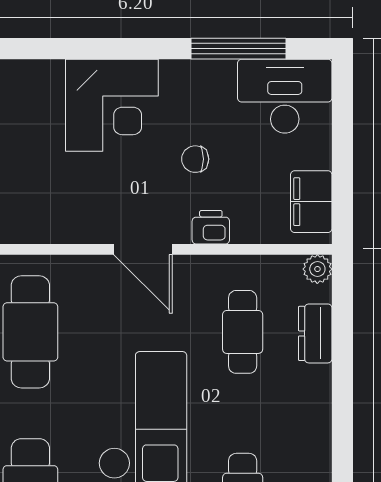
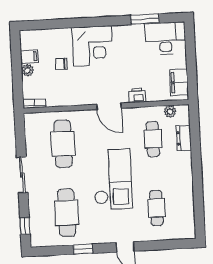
window: (238, 49) -> (145, 19), width x0.69
chair: (195, 159) -> (61, 64), moved
plant: (317, 269) -> (170, 111), moved

